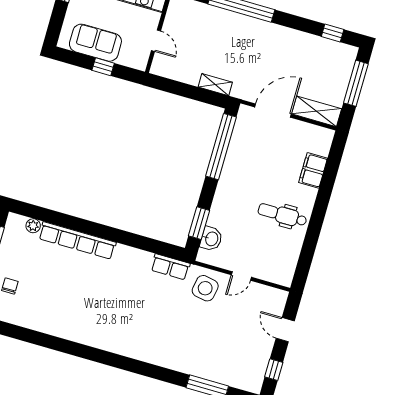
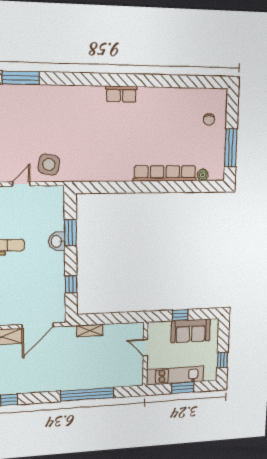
window: (221, 147) -> (71, 284), width x0.32
window: (199, 223) -> (70, 233), moved
washbasin: (211, 239) -> (57, 241), moved
row of seats: (170, 267) -> (121, 94), moved, turned 180

